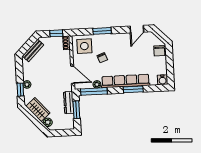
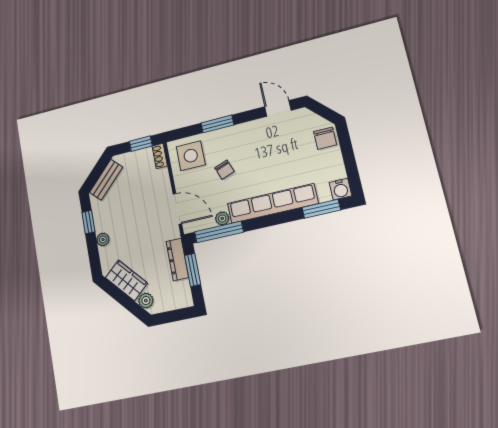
door: (137, 29) -> (278, 108), swing flipped
window: (133, 89) -> (321, 209), moved
window: (20, 90) -> (88, 222), moved

